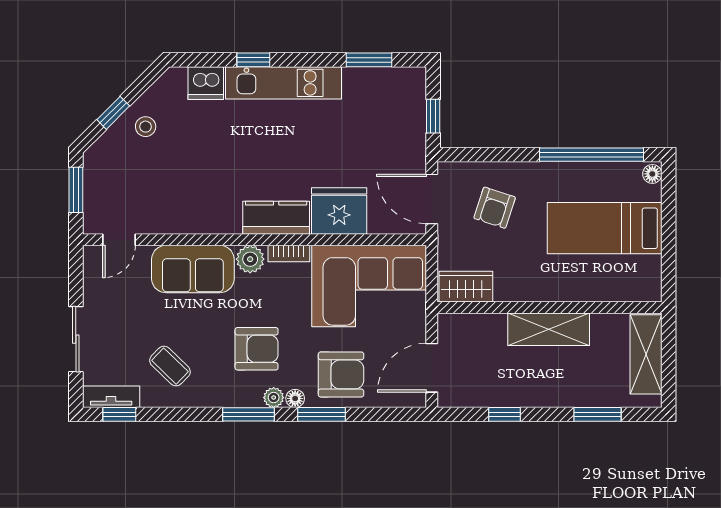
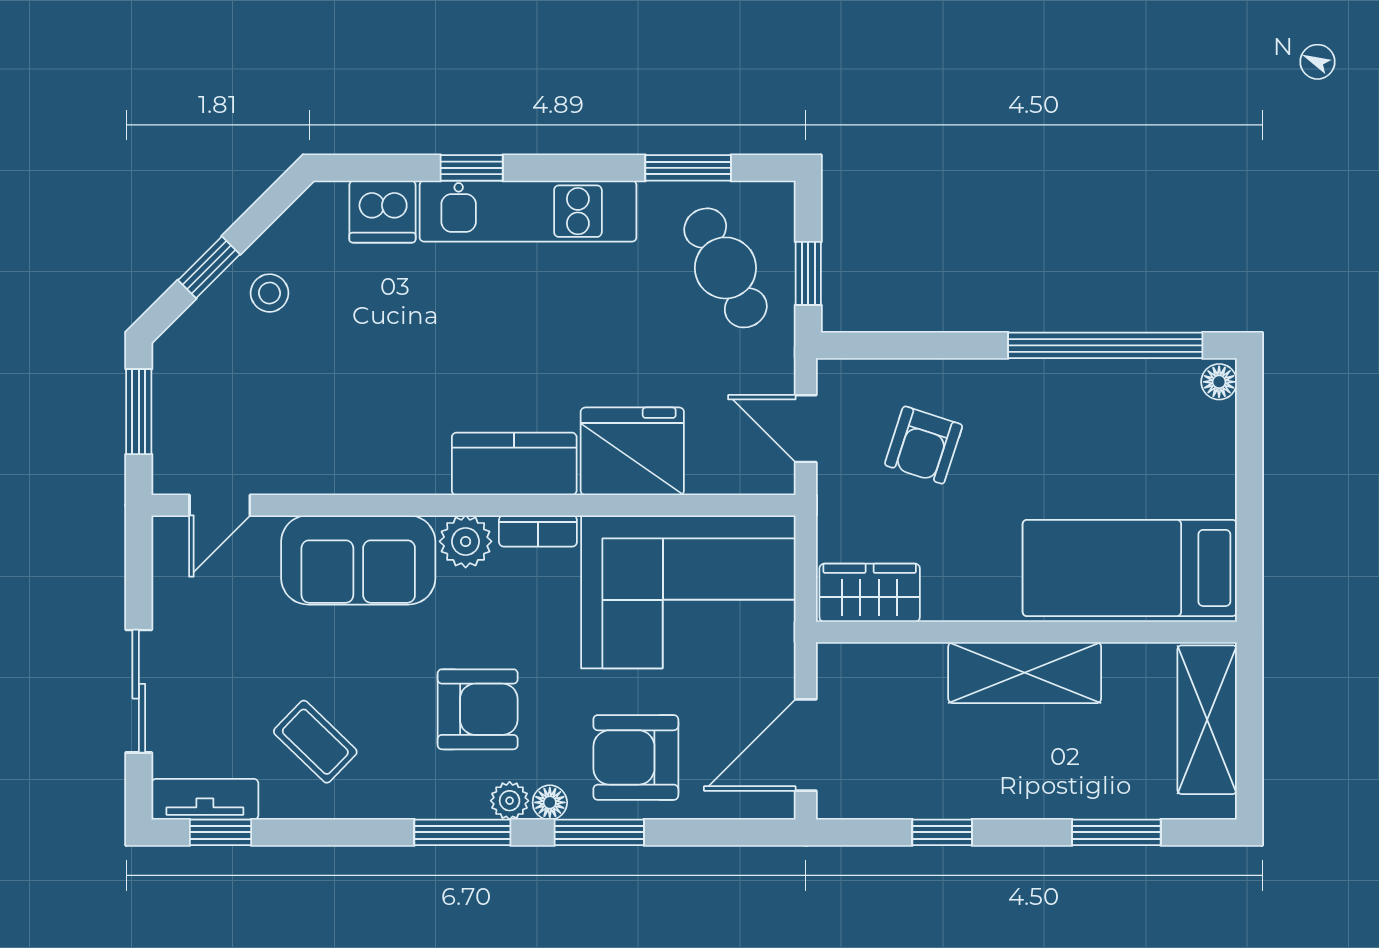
cafe table: (389, 113) -> (725, 268), added
door: (432, 199) -> (806, 429), width x0.73
bed: (605, 228) -> (1130, 568), moved
armchair: (341, 374) -> (636, 757), turned 180

